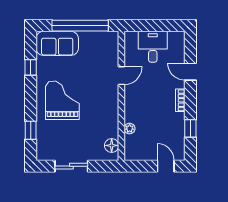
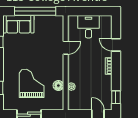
grand piano: (62, 100) -> (32, 83), moved
window: (190, 128) -> (116, 97), moved
floor lamp: (112, 145) -> (58, 86), moved

